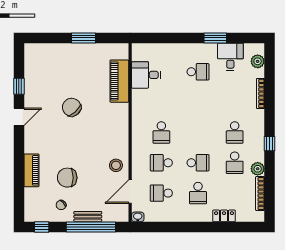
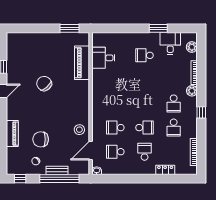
window: (83, 38) -> (70, 28), moved
school desk: (198, 72) -> (145, 55), turned 180
school desk: (161, 132) -> (115, 104), removed
plant: (258, 169) -> (192, 91), moved
school desk: (198, 193) -> (145, 152), turned 180

